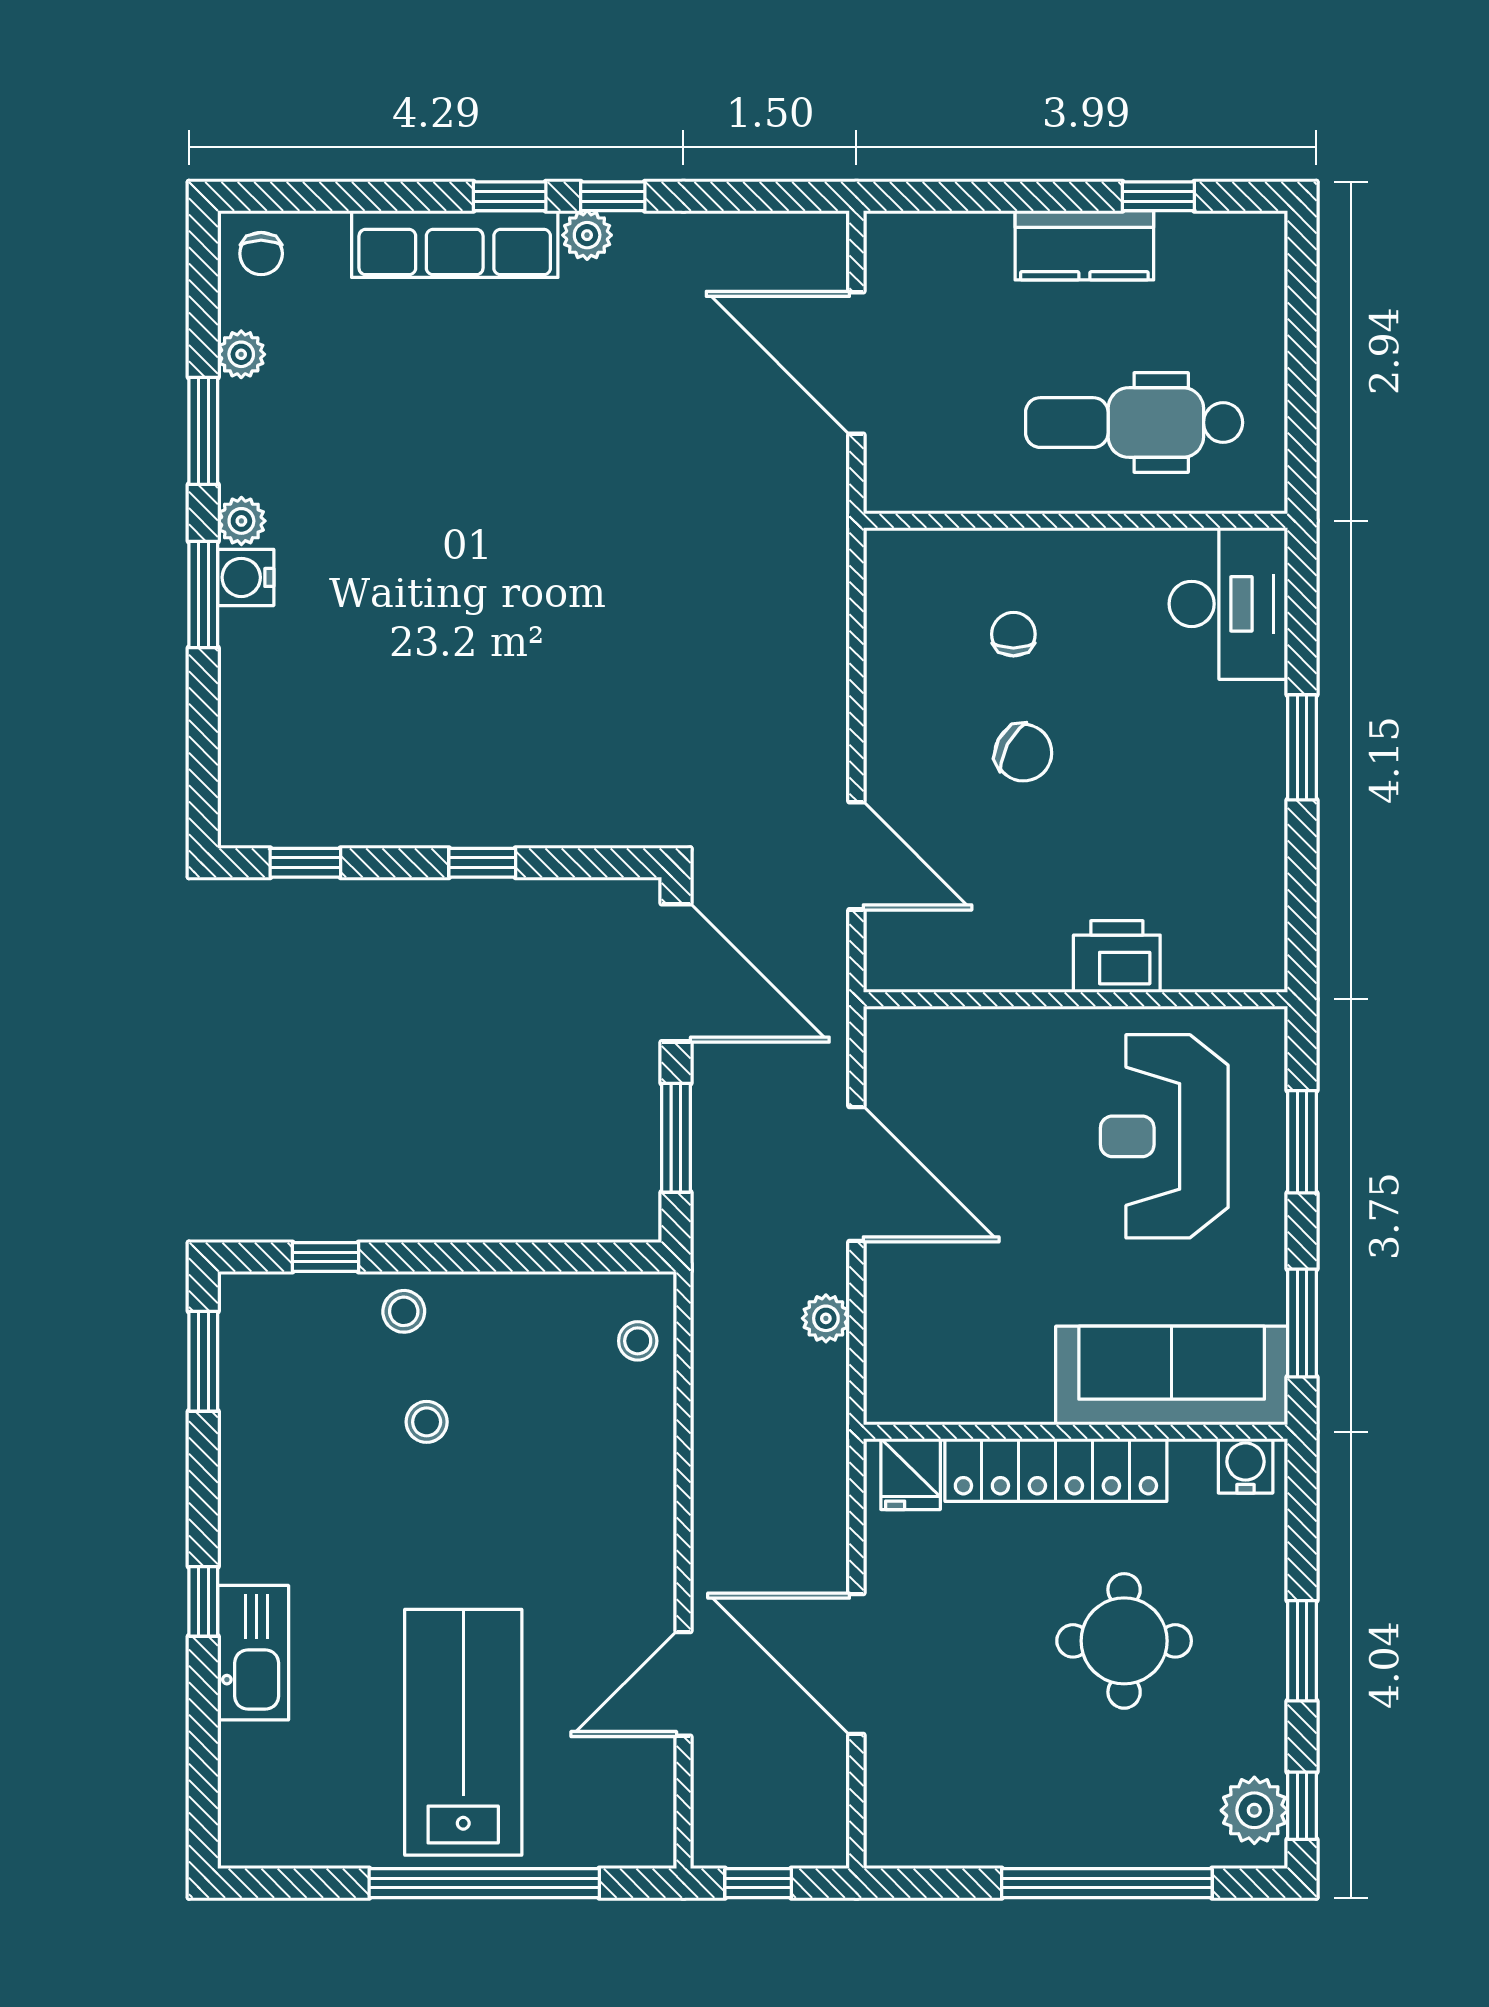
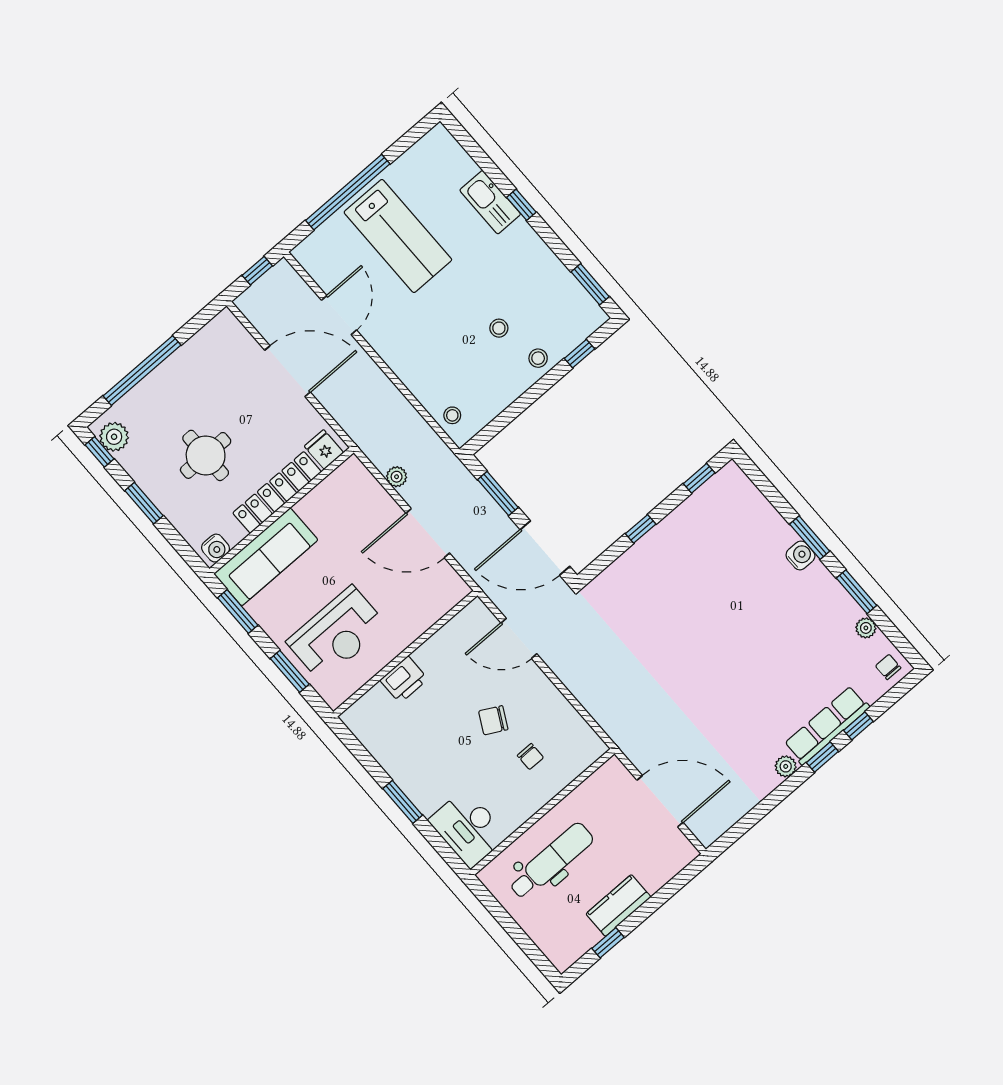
window: (613, 196) -> (858, 726), moved
plant: (241, 521) -> (818, 573), removed
reception desk: (1164, 1136) -> (337, 634), turned 90

